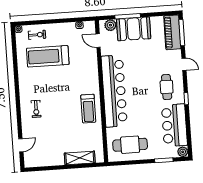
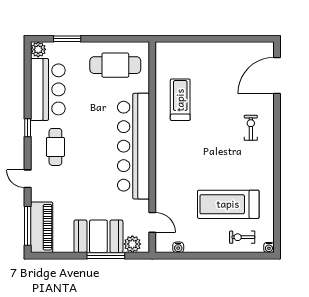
treadmill: (48, 56) -> (228, 204), turned 180
treadmill: (88, 109) -> (180, 100), moved
door: (21, 145) -> (277, 75), width x1.87
shelving: (80, 158) -> (191, 51), removed

